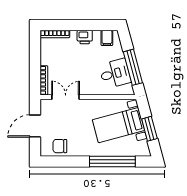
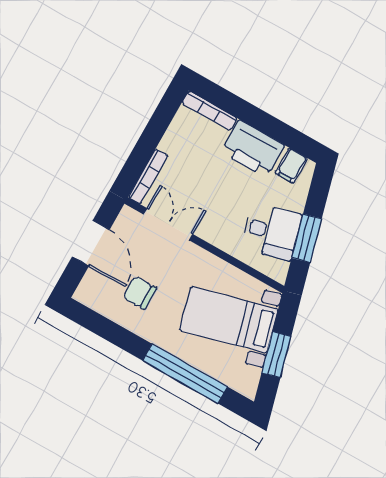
printer: (85, 37) -> (253, 149), width x1.87, depth x1.48
window: (133, 67) -> (307, 238), width x0.69
door: (35, 126) -> (91, 243), swing flipped
chair: (60, 146) -> (140, 293), moved

